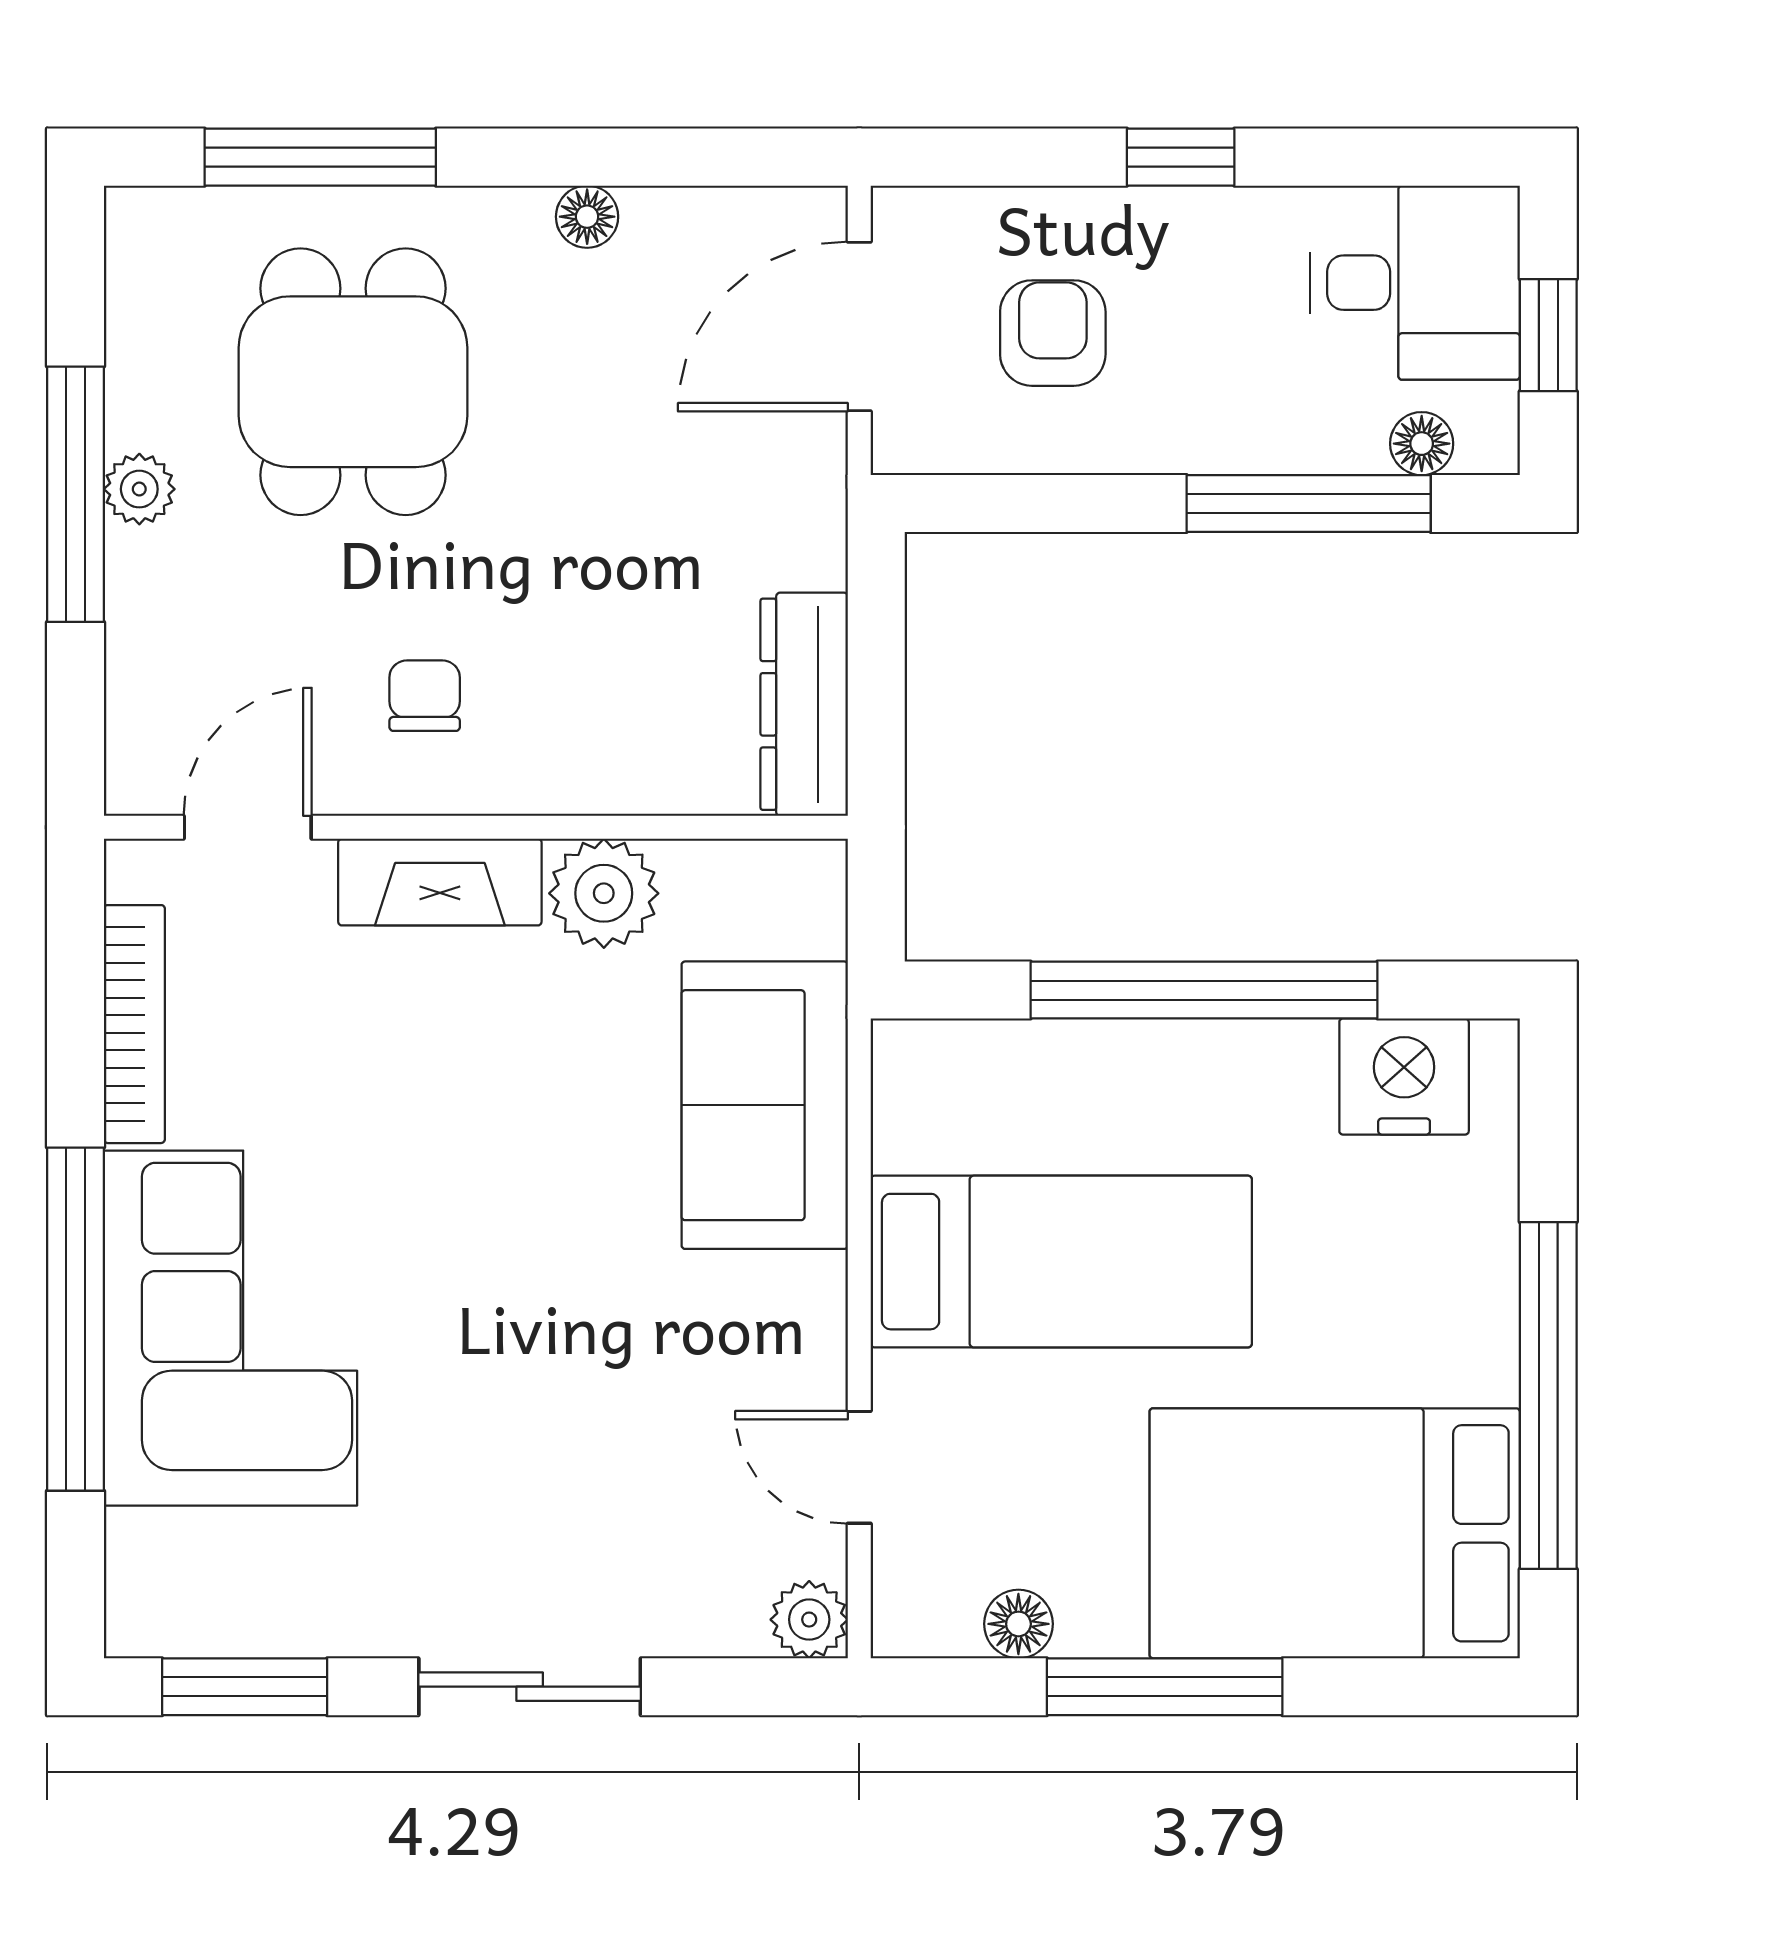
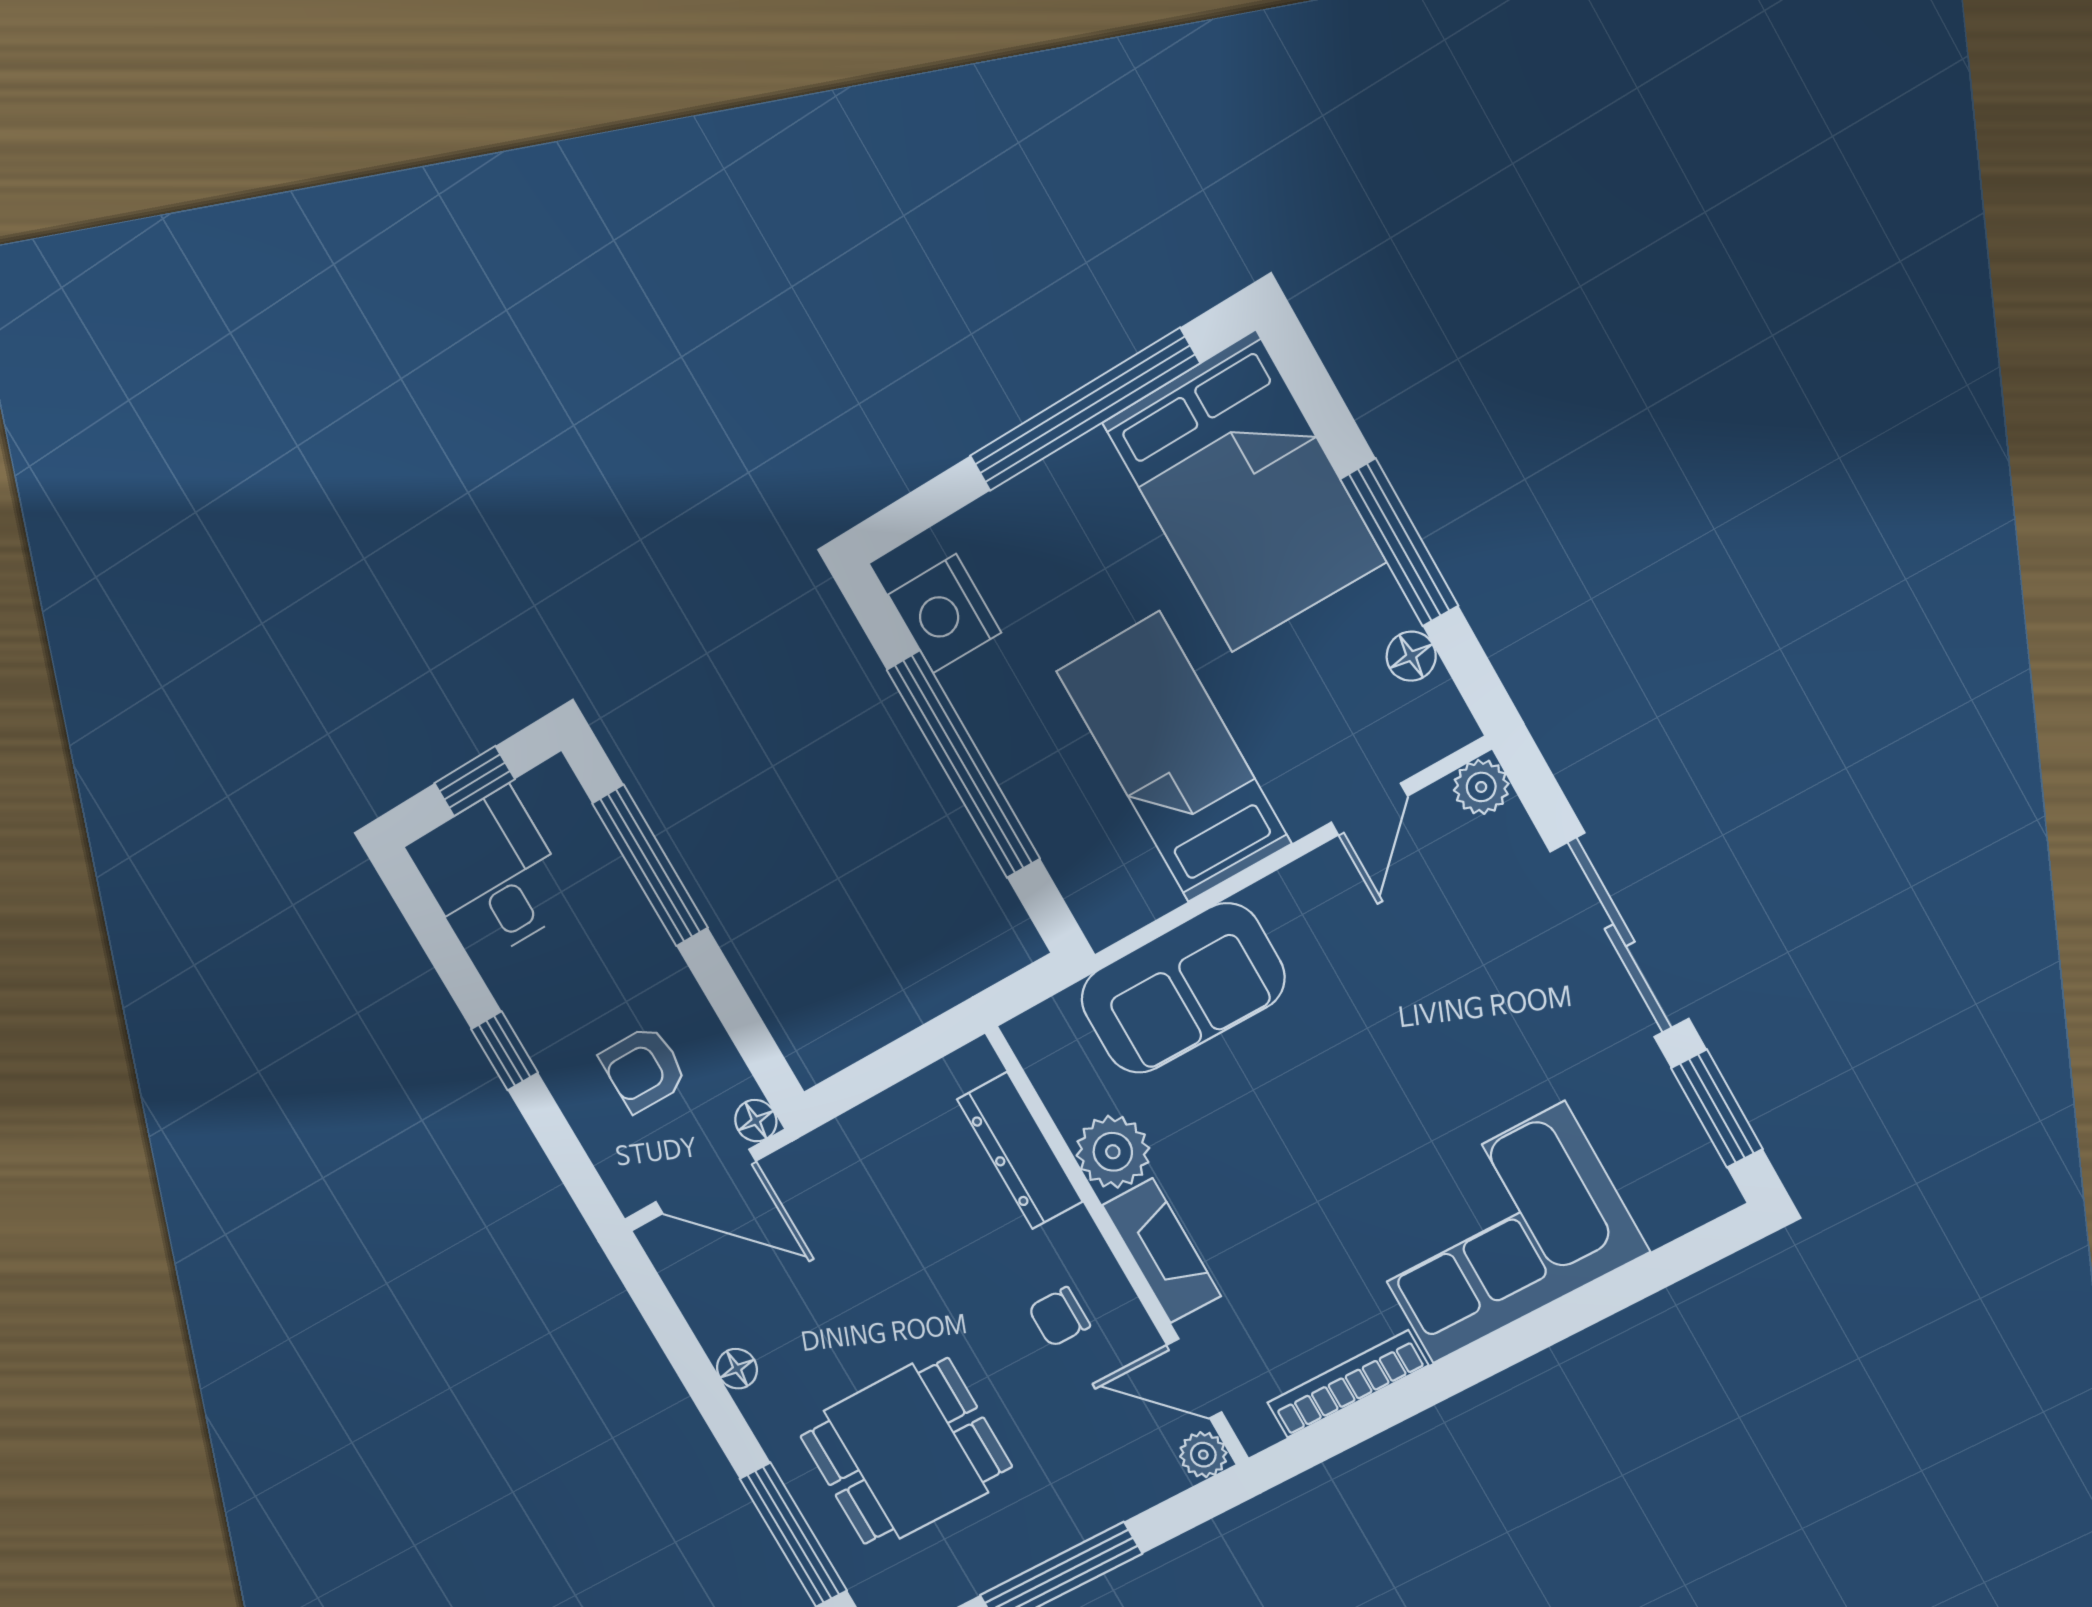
floor lamp: (1422, 444) -> (756, 1121), moved
plant: (139, 489) -> (1203, 1455), moved
dresser: (804, 704) -> (1020, 1151), moved, turned 90
window: (76, 1319) -> (1545, 1327), removed
sliding door: (530, 1687) -> (1620, 935), width x1.37

